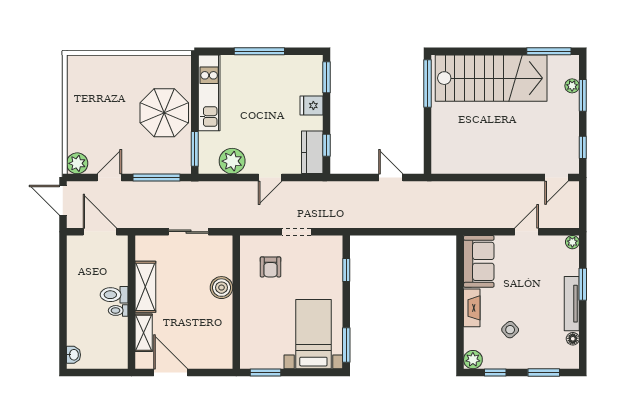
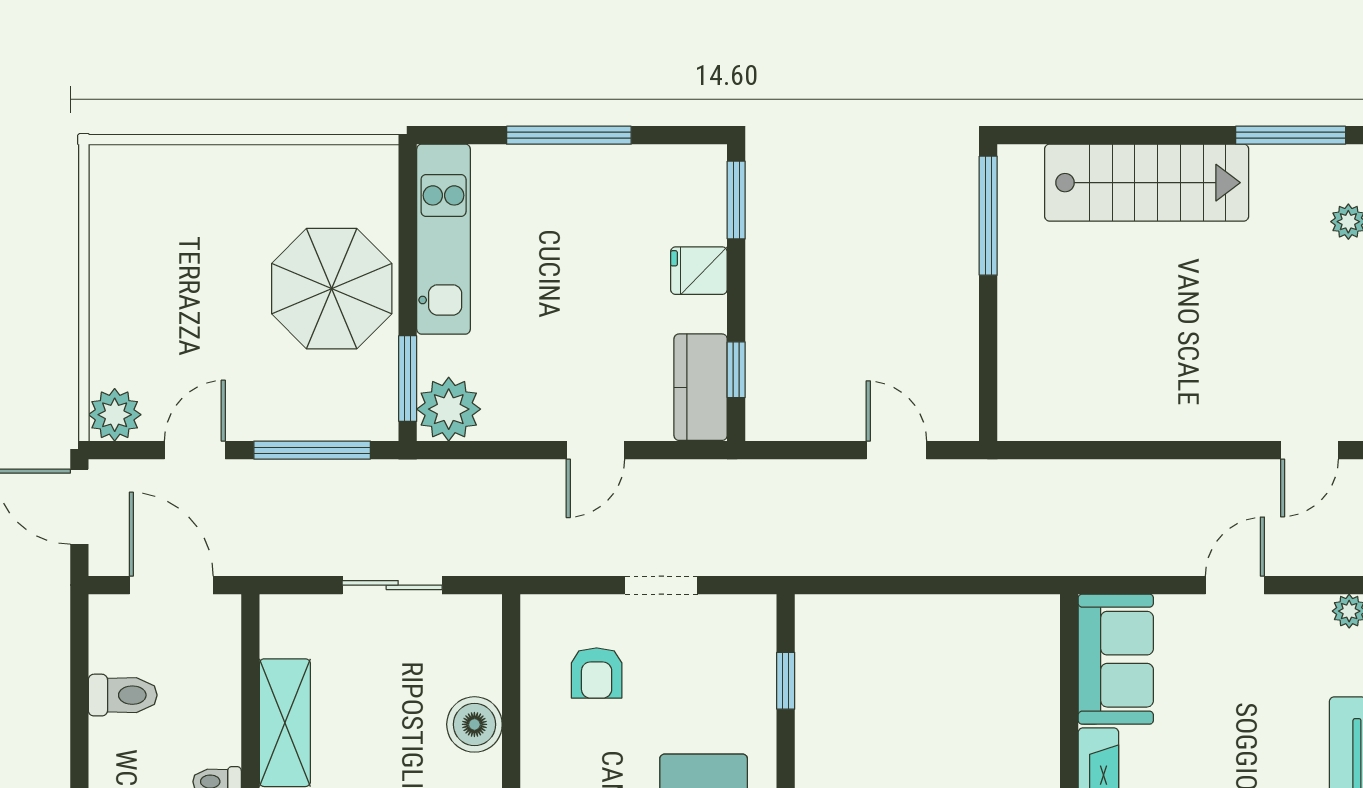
stairs: (491, 78) -> (1147, 183), width x0.73, depth x0.66
plant: (232, 161) -> (449, 409), moved
toilet: (114, 295) -> (123, 695), moved, turned 180

